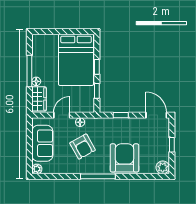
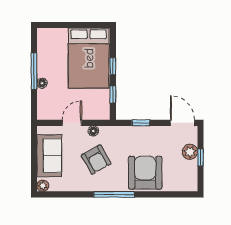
wardrobe: (39, 99) -> (45, 104), removed
plant: (163, 167) -> (190, 152), moved

